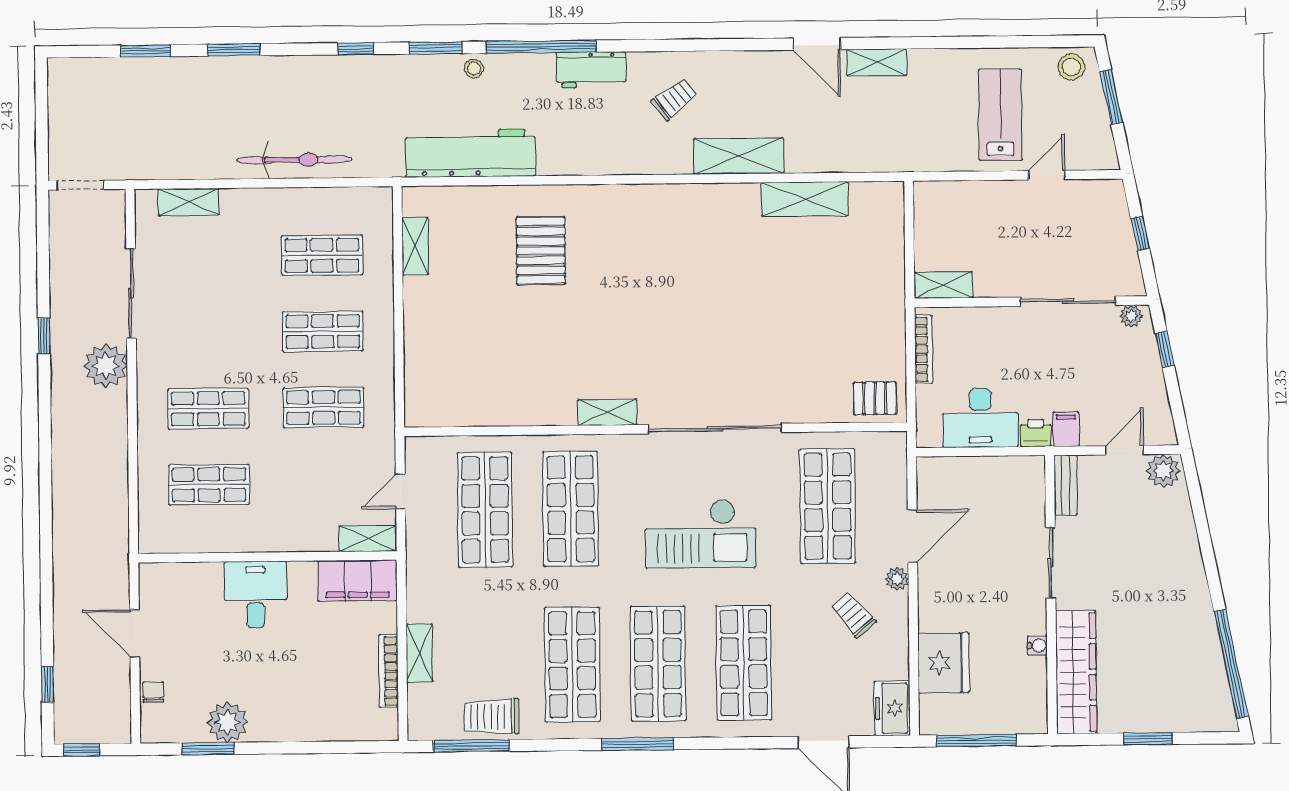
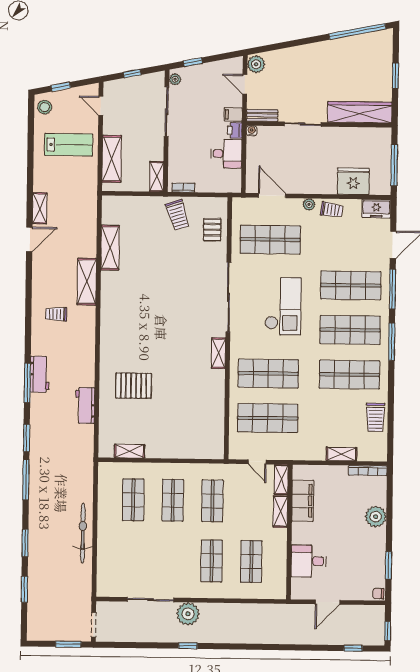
window: (541, 47) -> (27, 383), width x0.68
window: (356, 49) -> (26, 480), width x2.17
stool: (474, 69) -> (38, 418), removed
workbench: (591, 70) -> (40, 374), moved
window: (1111, 97) -> (61, 87), width x0.67
trolley: (675, 99) -> (56, 314), turned -53
lab bench: (1000, 115) -> (69, 145), turned 180
window: (42, 138) -> (68, 644), added
workbench: (470, 153) -> (85, 405), width x0.53, depth x0.76
bicycle: (294, 160) -> (83, 533), moved
door: (1047, 175) -> (101, 106), moved
shelving: (975, 198) -> (112, 159), added
shelving: (189, 202) -> (280, 511), moved
trolley: (871, 327) -> (178, 215), added
window: (44, 336) -> (188, 646), moved
bookcase: (924, 349) -> (183, 188), width x0.64
pallet: (875, 398) -> (212, 230), moved
desk: (980, 418) -> (226, 154), width x0.73
door: (912, 536) -> (272, 196), moved
filing cabinet: (358, 581) -> (303, 501), moved
desk: (256, 595) -> (309, 561), moved
trolley: (853, 615) -> (332, 210), moved, turned -132
water cooler: (1037, 646) -> (252, 131), moved
bookcase: (389, 671) -> (368, 471), moved
chair: (153, 692) -> (378, 594), moved
plant: (227, 722) -> (376, 517), moved
window: (472, 746) -> (392, 289), moved

